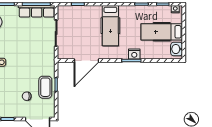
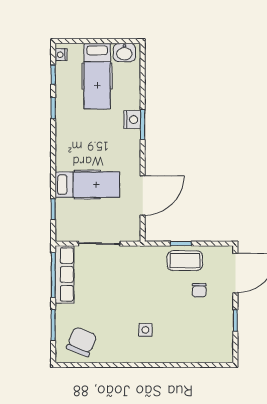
hospital bed: (110, 26) -> (87, 185), moved
door: (87, 60) -> (143, 195), hinge flipped

